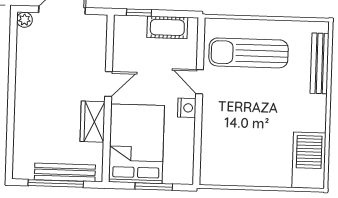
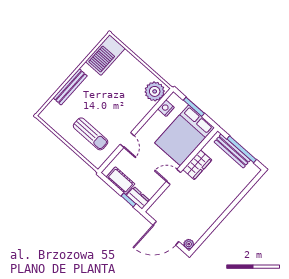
dresser: (130, 24) -> (138, 198), added
sun lounger: (248, 53) -> (91, 134), width x0.73, depth x0.75
bench: (320, 63) -> (70, 87), moved
nightstand: (187, 108) -> (166, 108), moved
plant: (215, 166) -> (155, 91), added

